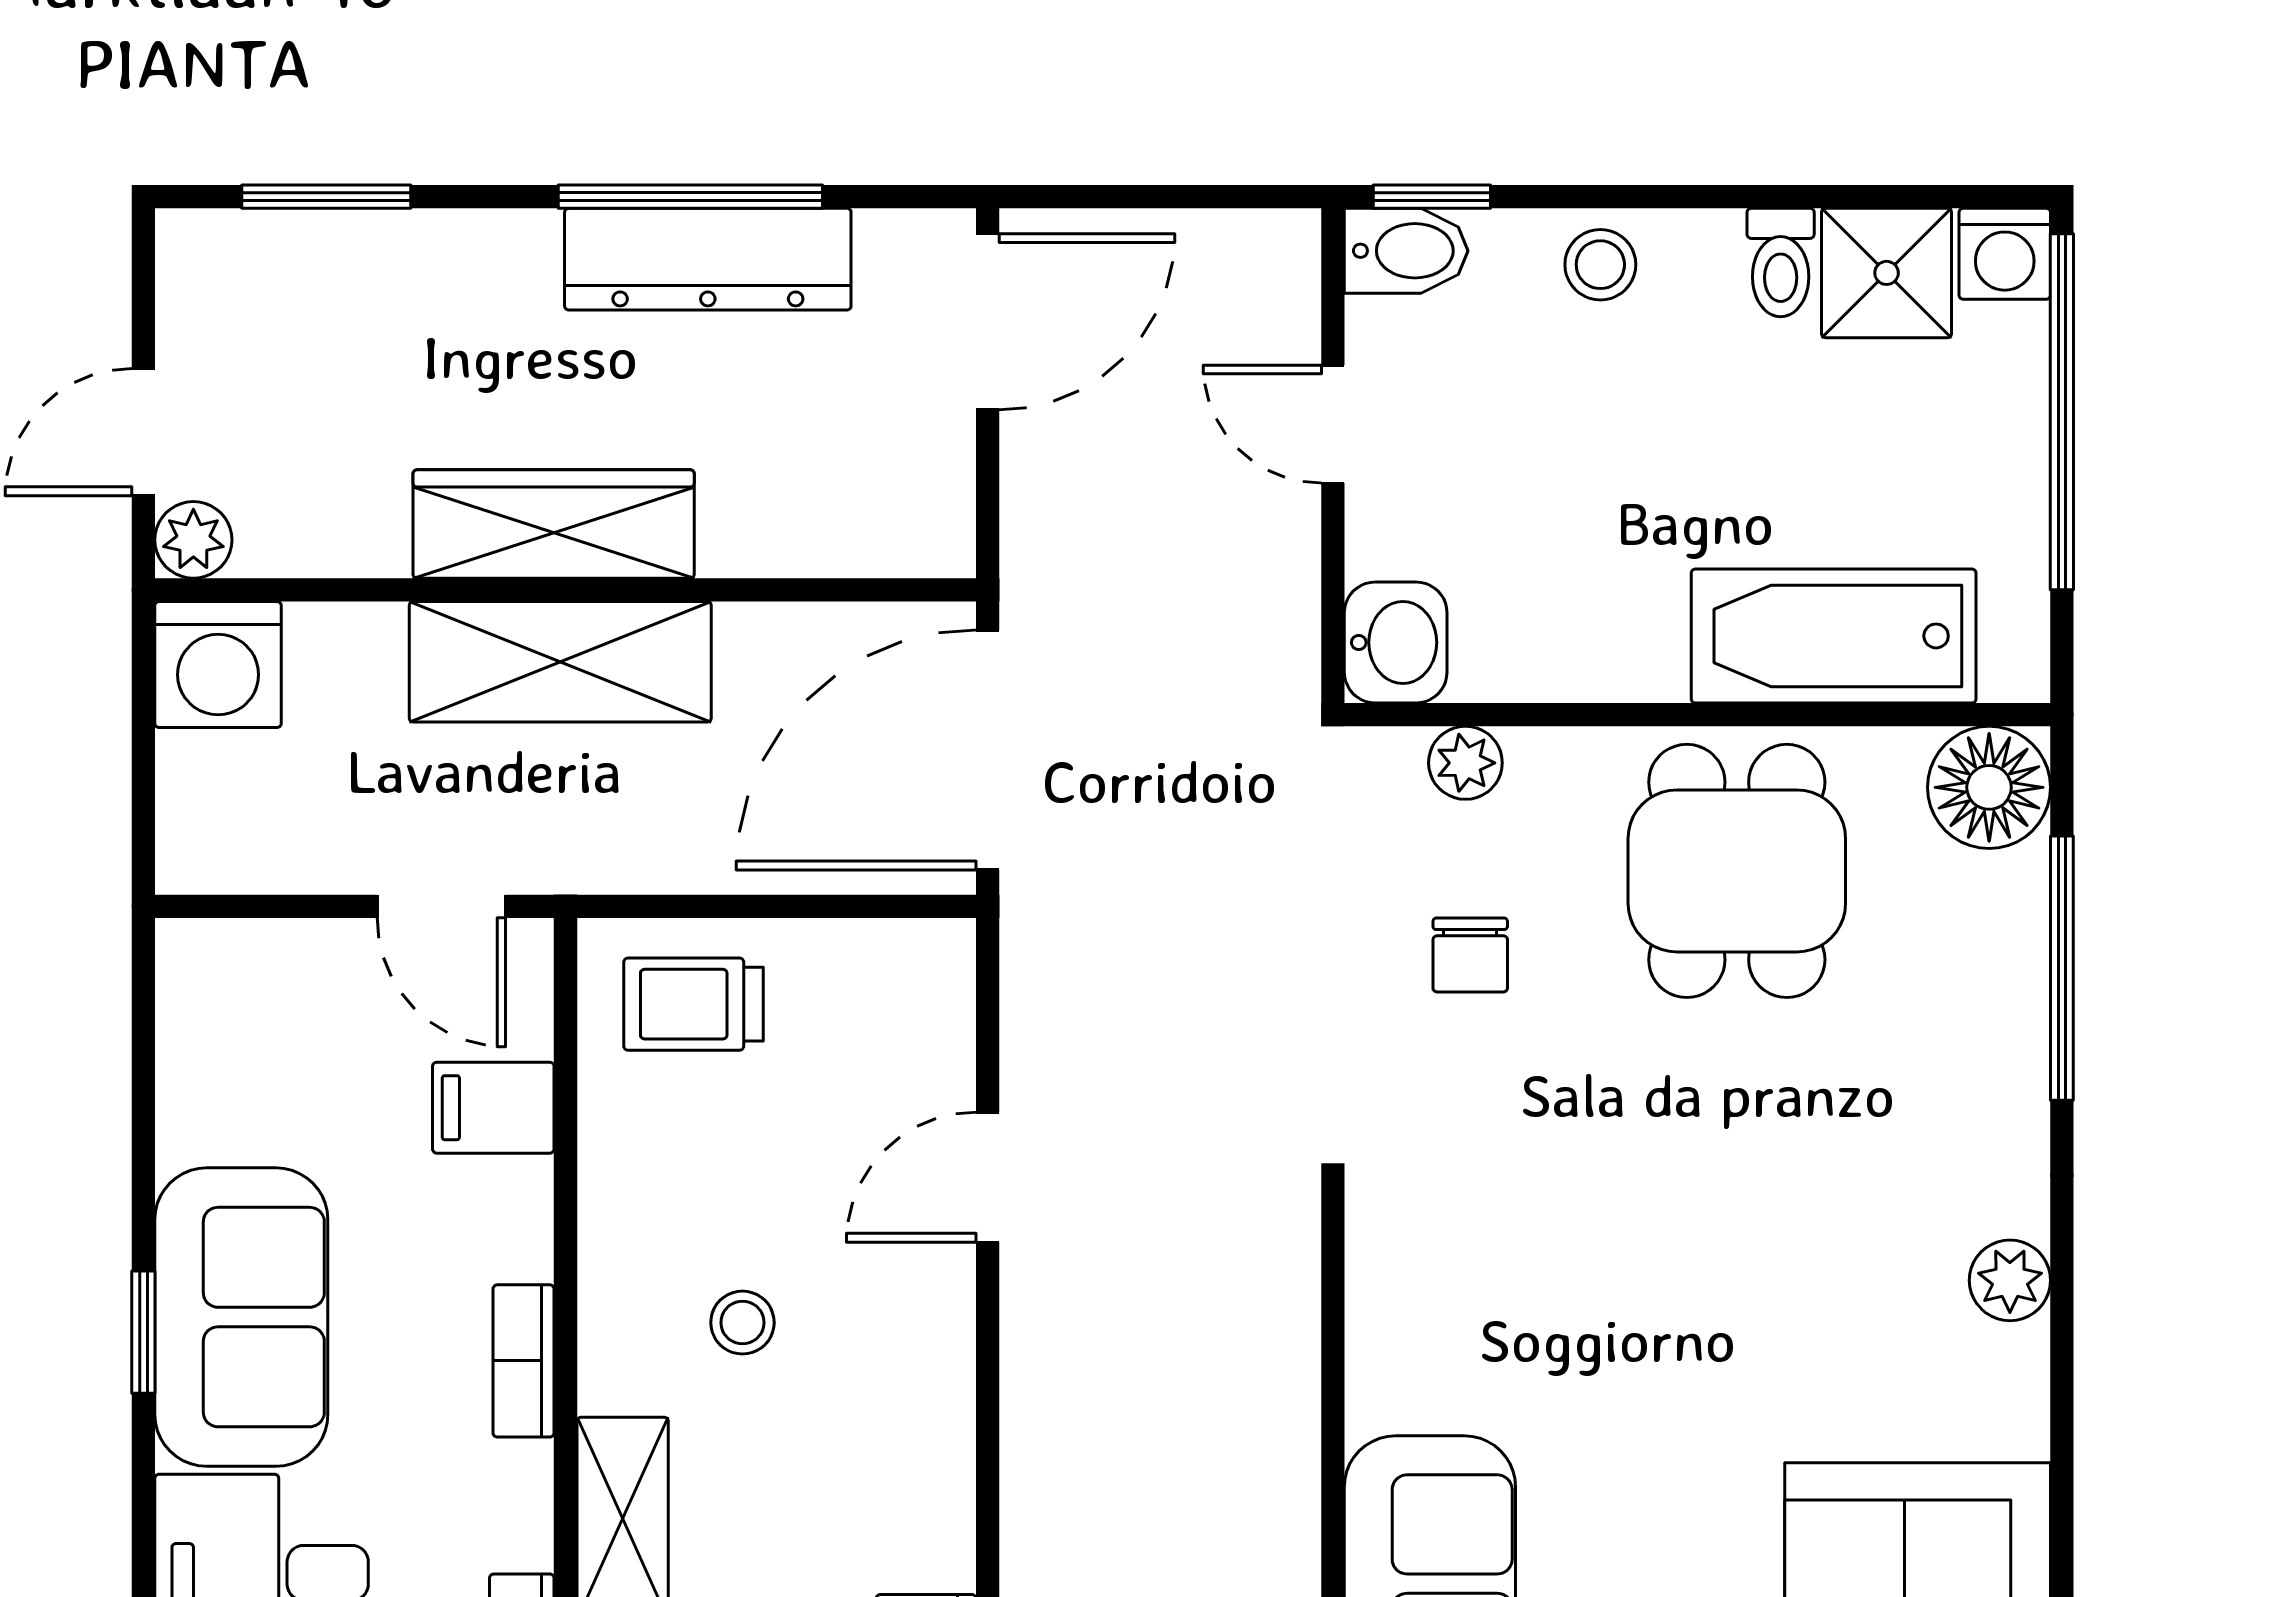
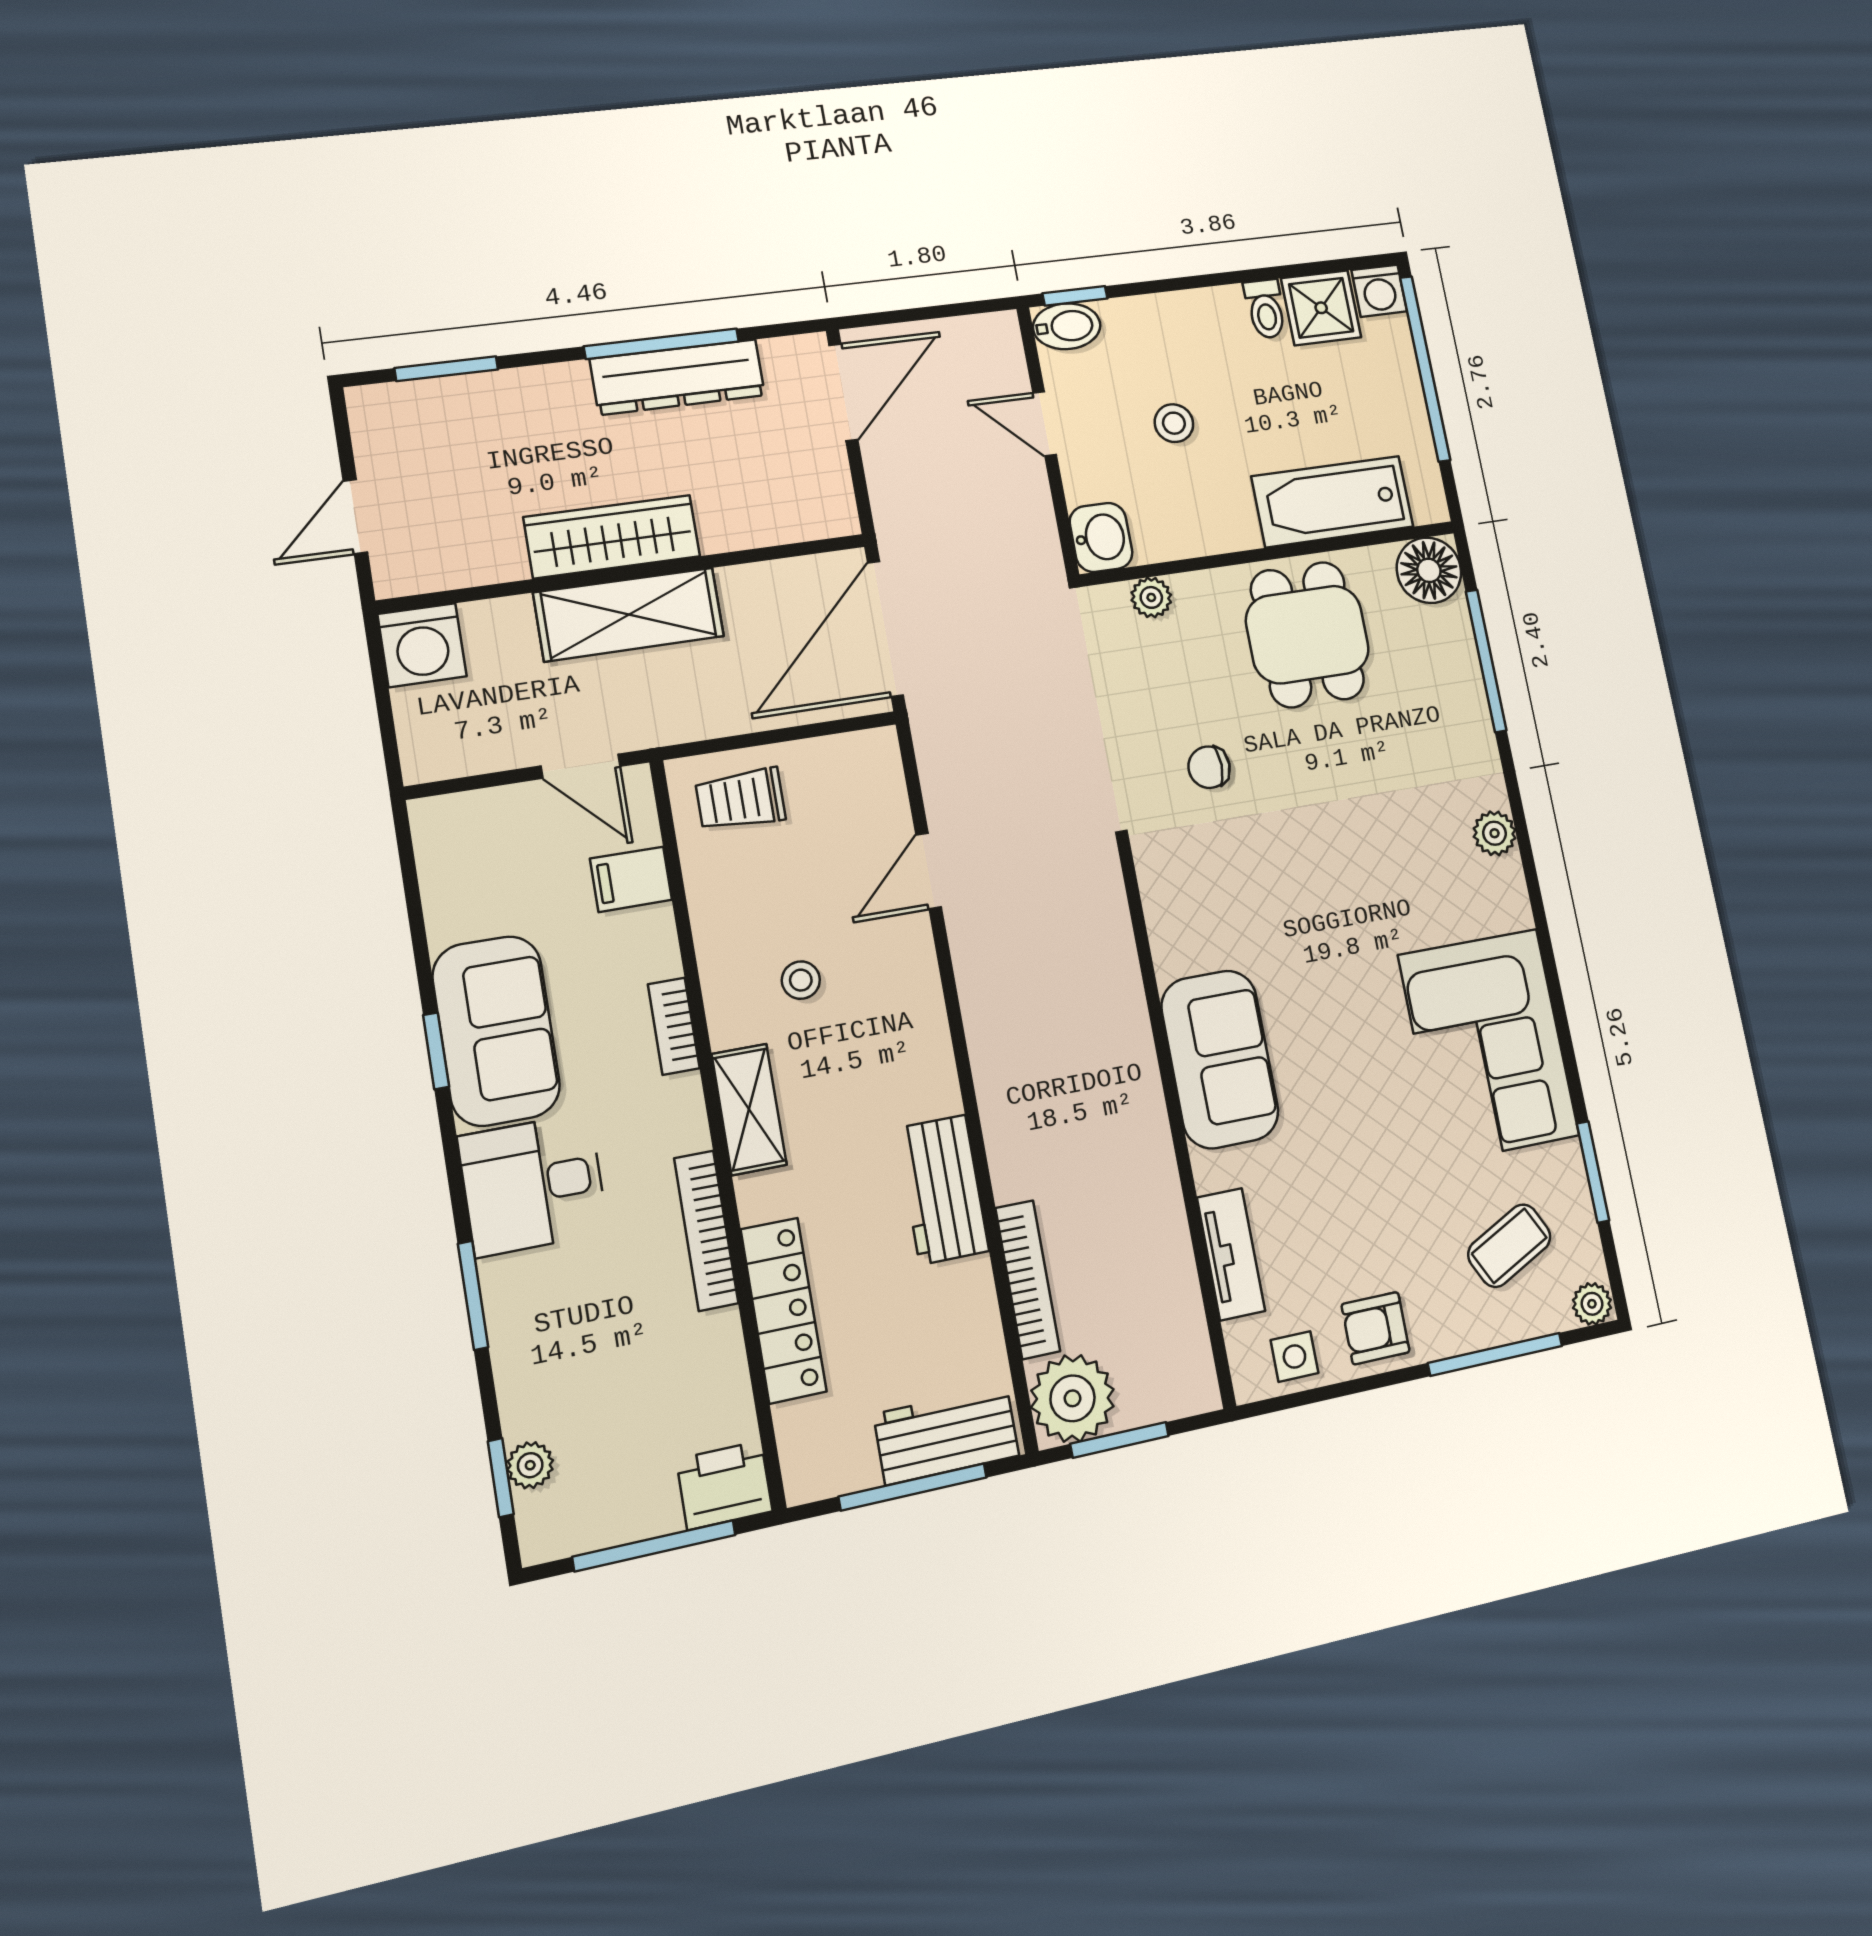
stool: (1600, 265) -> (1174, 423), moved
plant: (193, 540) -> (396, 575), removed
chair: (1470, 955) -> (1209, 767), moved, turned 90

